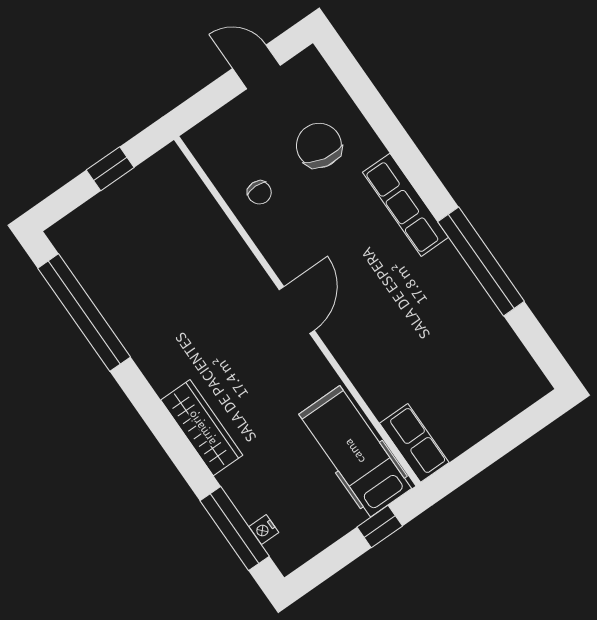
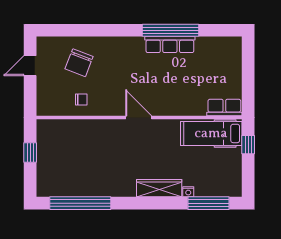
chair: (319, 146) -> (79, 63), turned -80
row of seats: (406, 205) -> (170, 45), moved
nightstand: (264, 530) -> (188, 192), moved

